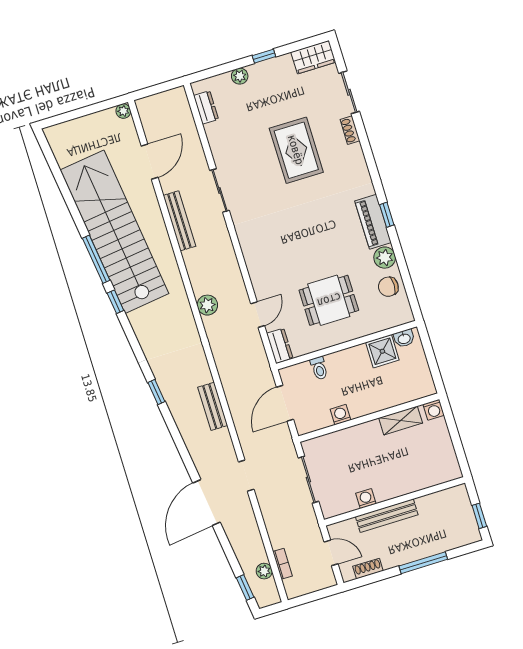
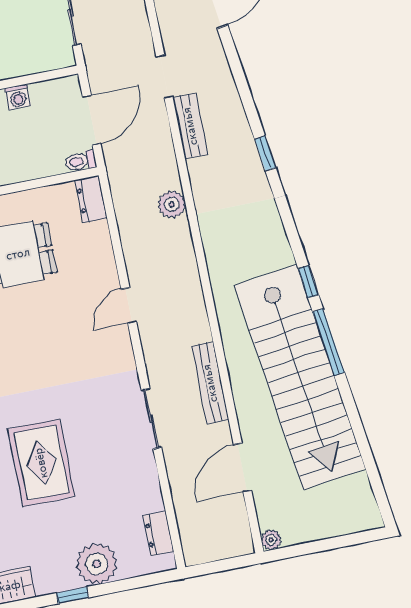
plant: (240, 76) -> (97, 564), width x1.88, depth x1.88
plant: (207, 305) -> (172, 204), moved
door: (258, 315) -> (129, 306), moved
toilet: (319, 368) -> (80, 161), moved, turned -90
doorway: (246, 476) -> (164, 77), moved

